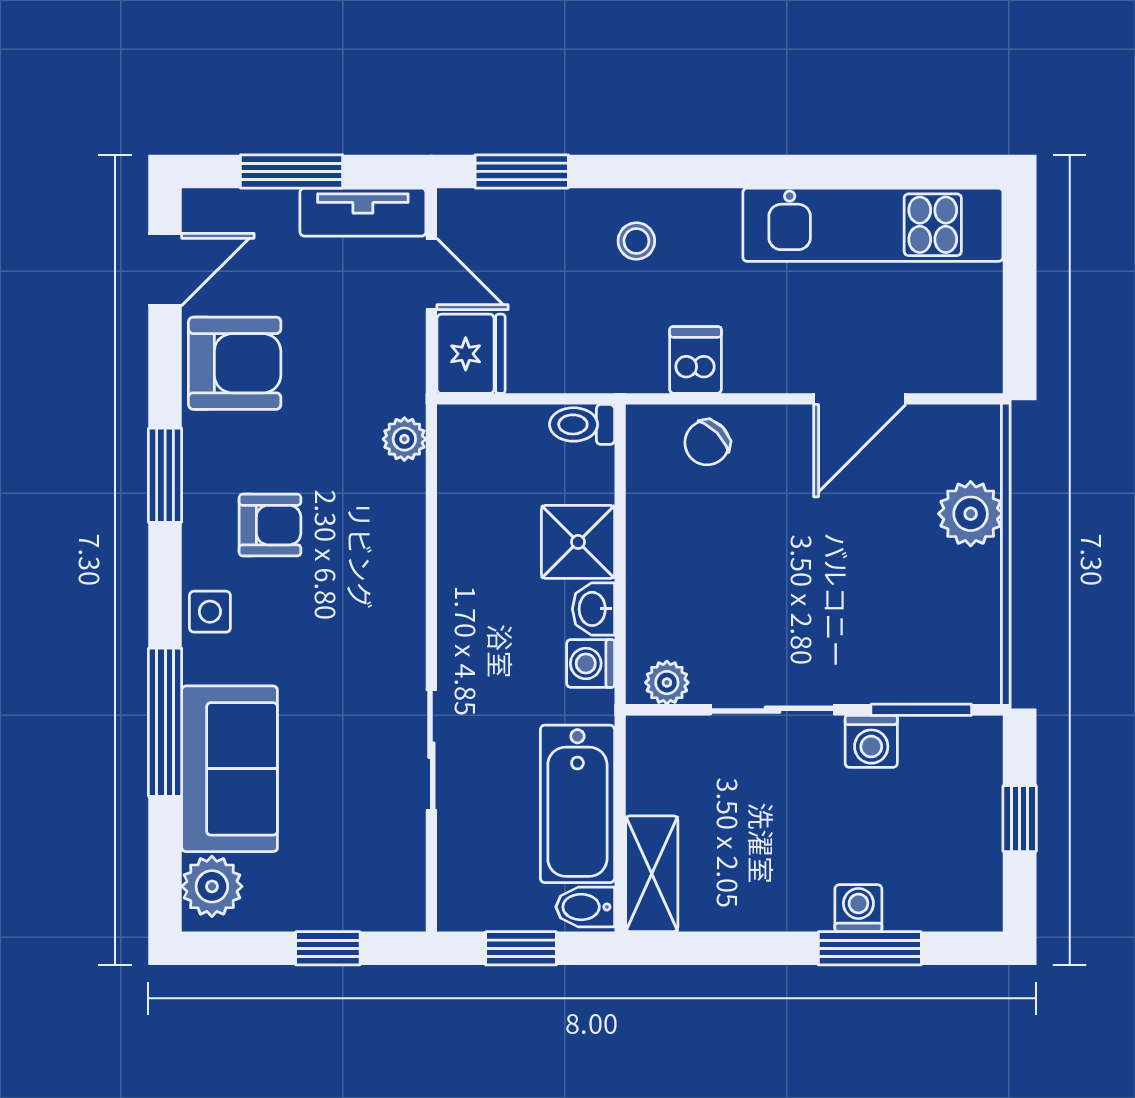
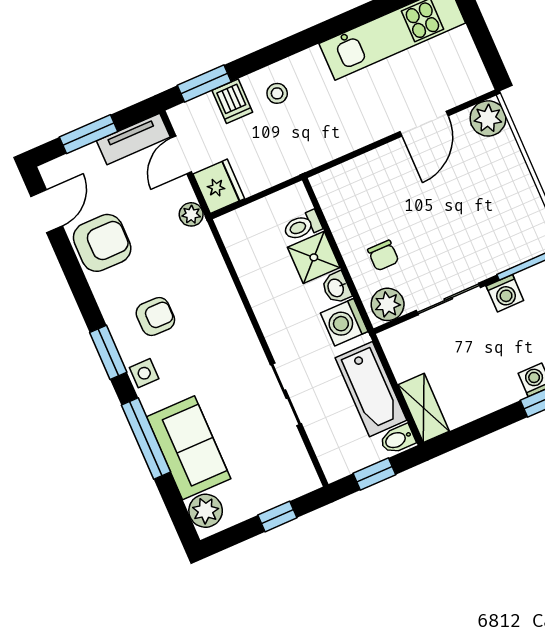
door: (431, 274) -> (181, 155), swing flipped
dishwasher: (696, 360) -> (232, 101), moved, turned 180
toilet: (582, 424) -> (302, 226), moved
plant: (404, 439) -> (191, 214), moved
chair: (707, 443) -> (383, 255), moved, turned -46
window: (165, 475) -> (108, 352), moved
plant: (971, 514) -> (488, 118), moved
washing machine: (591, 663) -> (344, 322), width x1.38, depth x1.38
plant: (667, 683) -> (388, 304), width x1.38, depth x1.38

